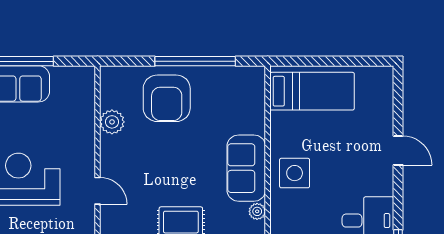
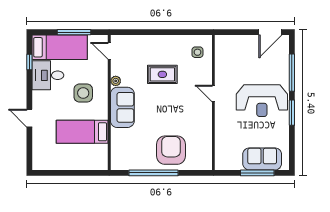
bed: (312, 91) -> (82, 132), moved
plant: (112, 122) -> (205, 136), removed
side table: (295, 173) -> (83, 93), moved

